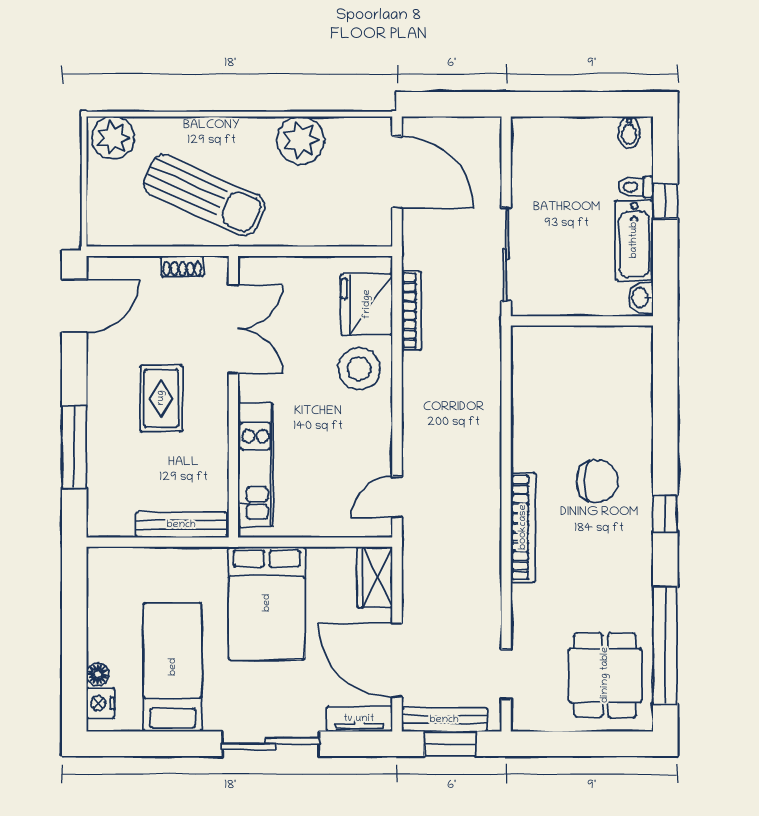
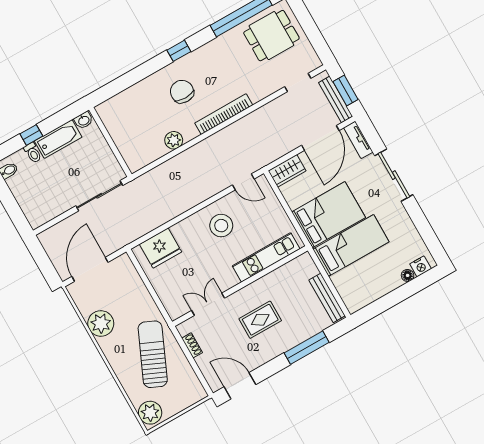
bookcase: (412, 311) -> (151, 225), removed
double door: (233, 329) -> (208, 304), width x0.73
stool: (359, 369) -> (221, 226), moved
plant: (527, 424) -> (174, 140), added
bench: (181, 525) -> (327, 298), moved
bed: (173, 667) -> (351, 245), moved, turned 180

